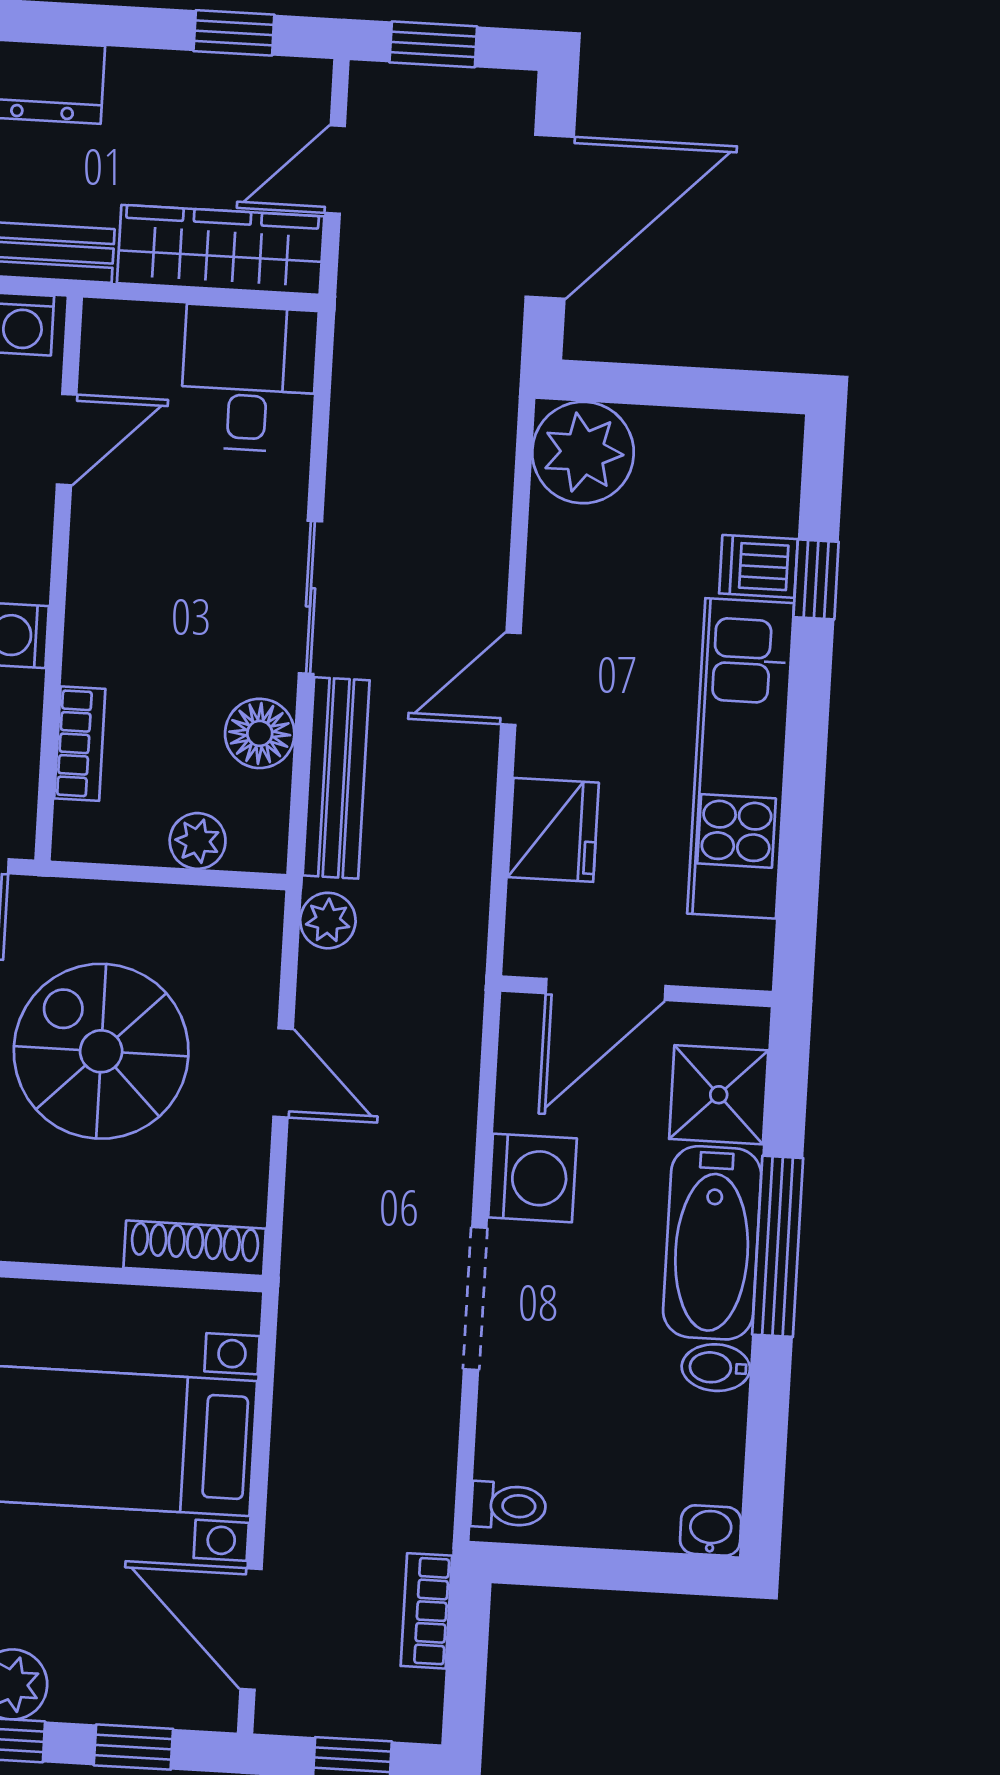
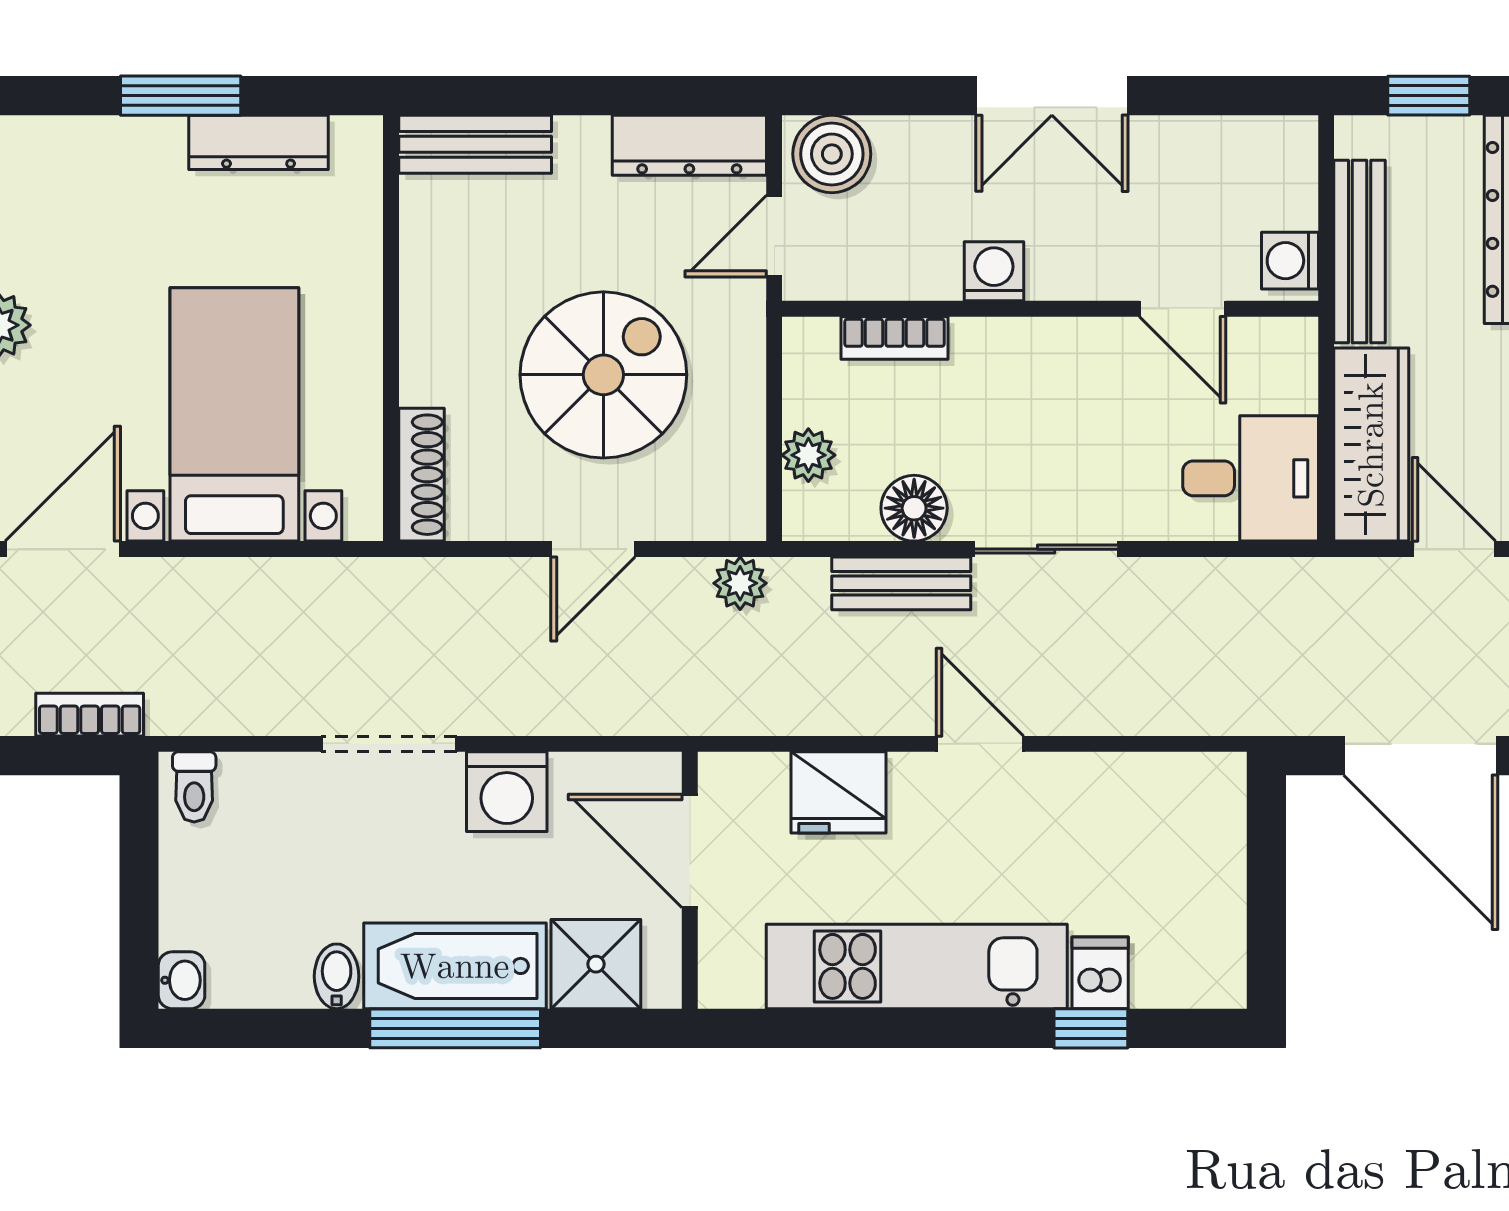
plant: (583, 453) -> (1199, 800), removed
bench: (336, 778) -> (901, 583), width x0.73

